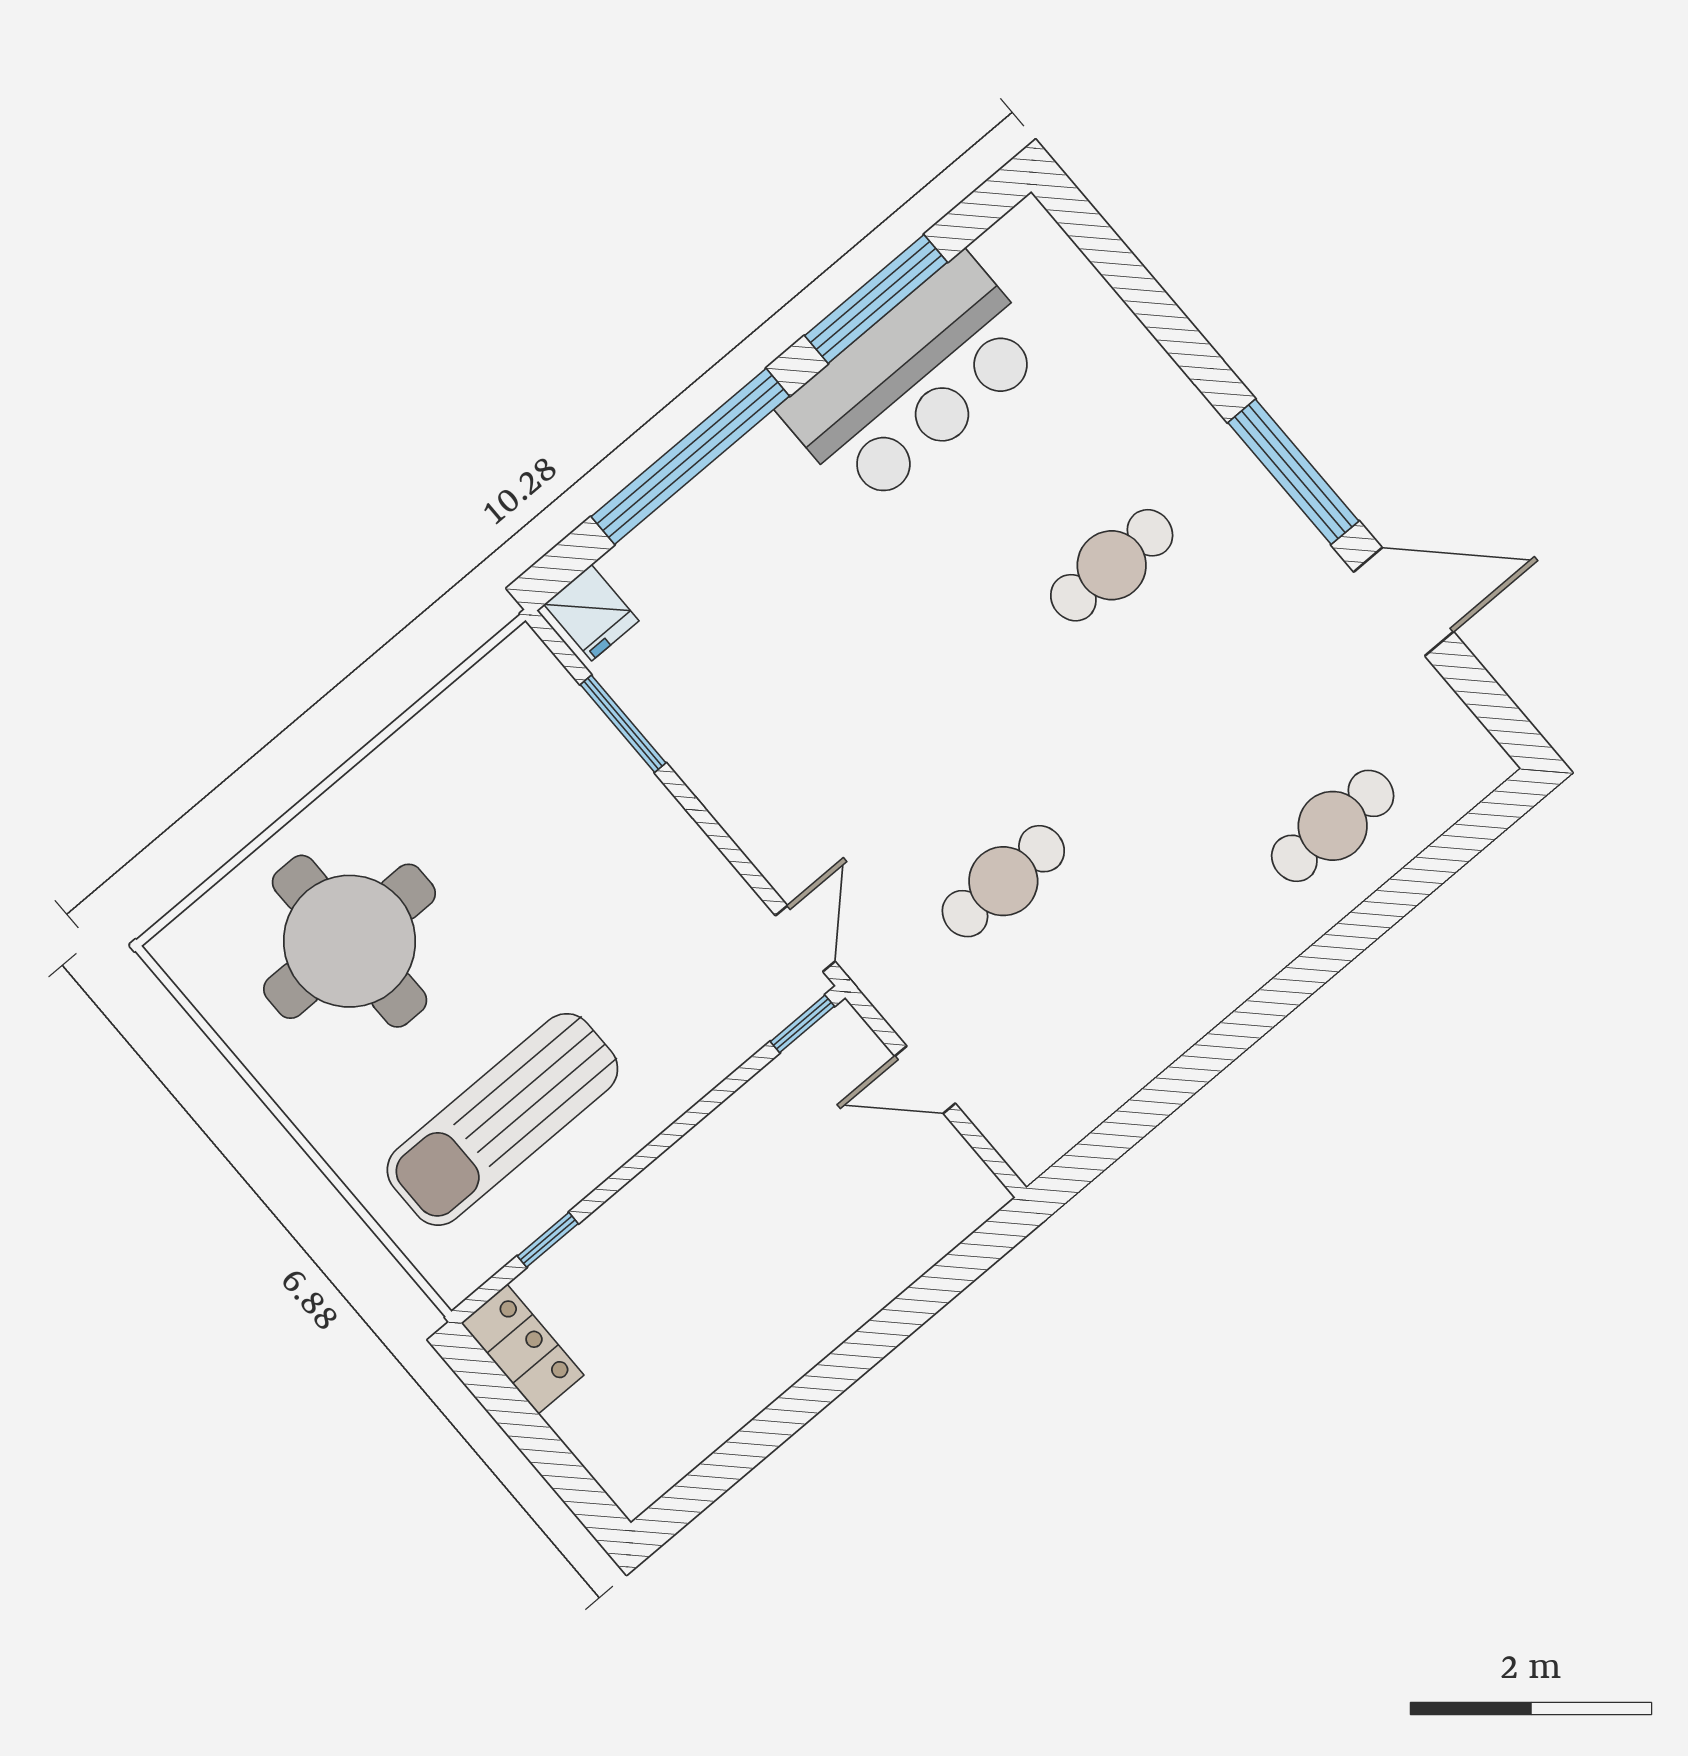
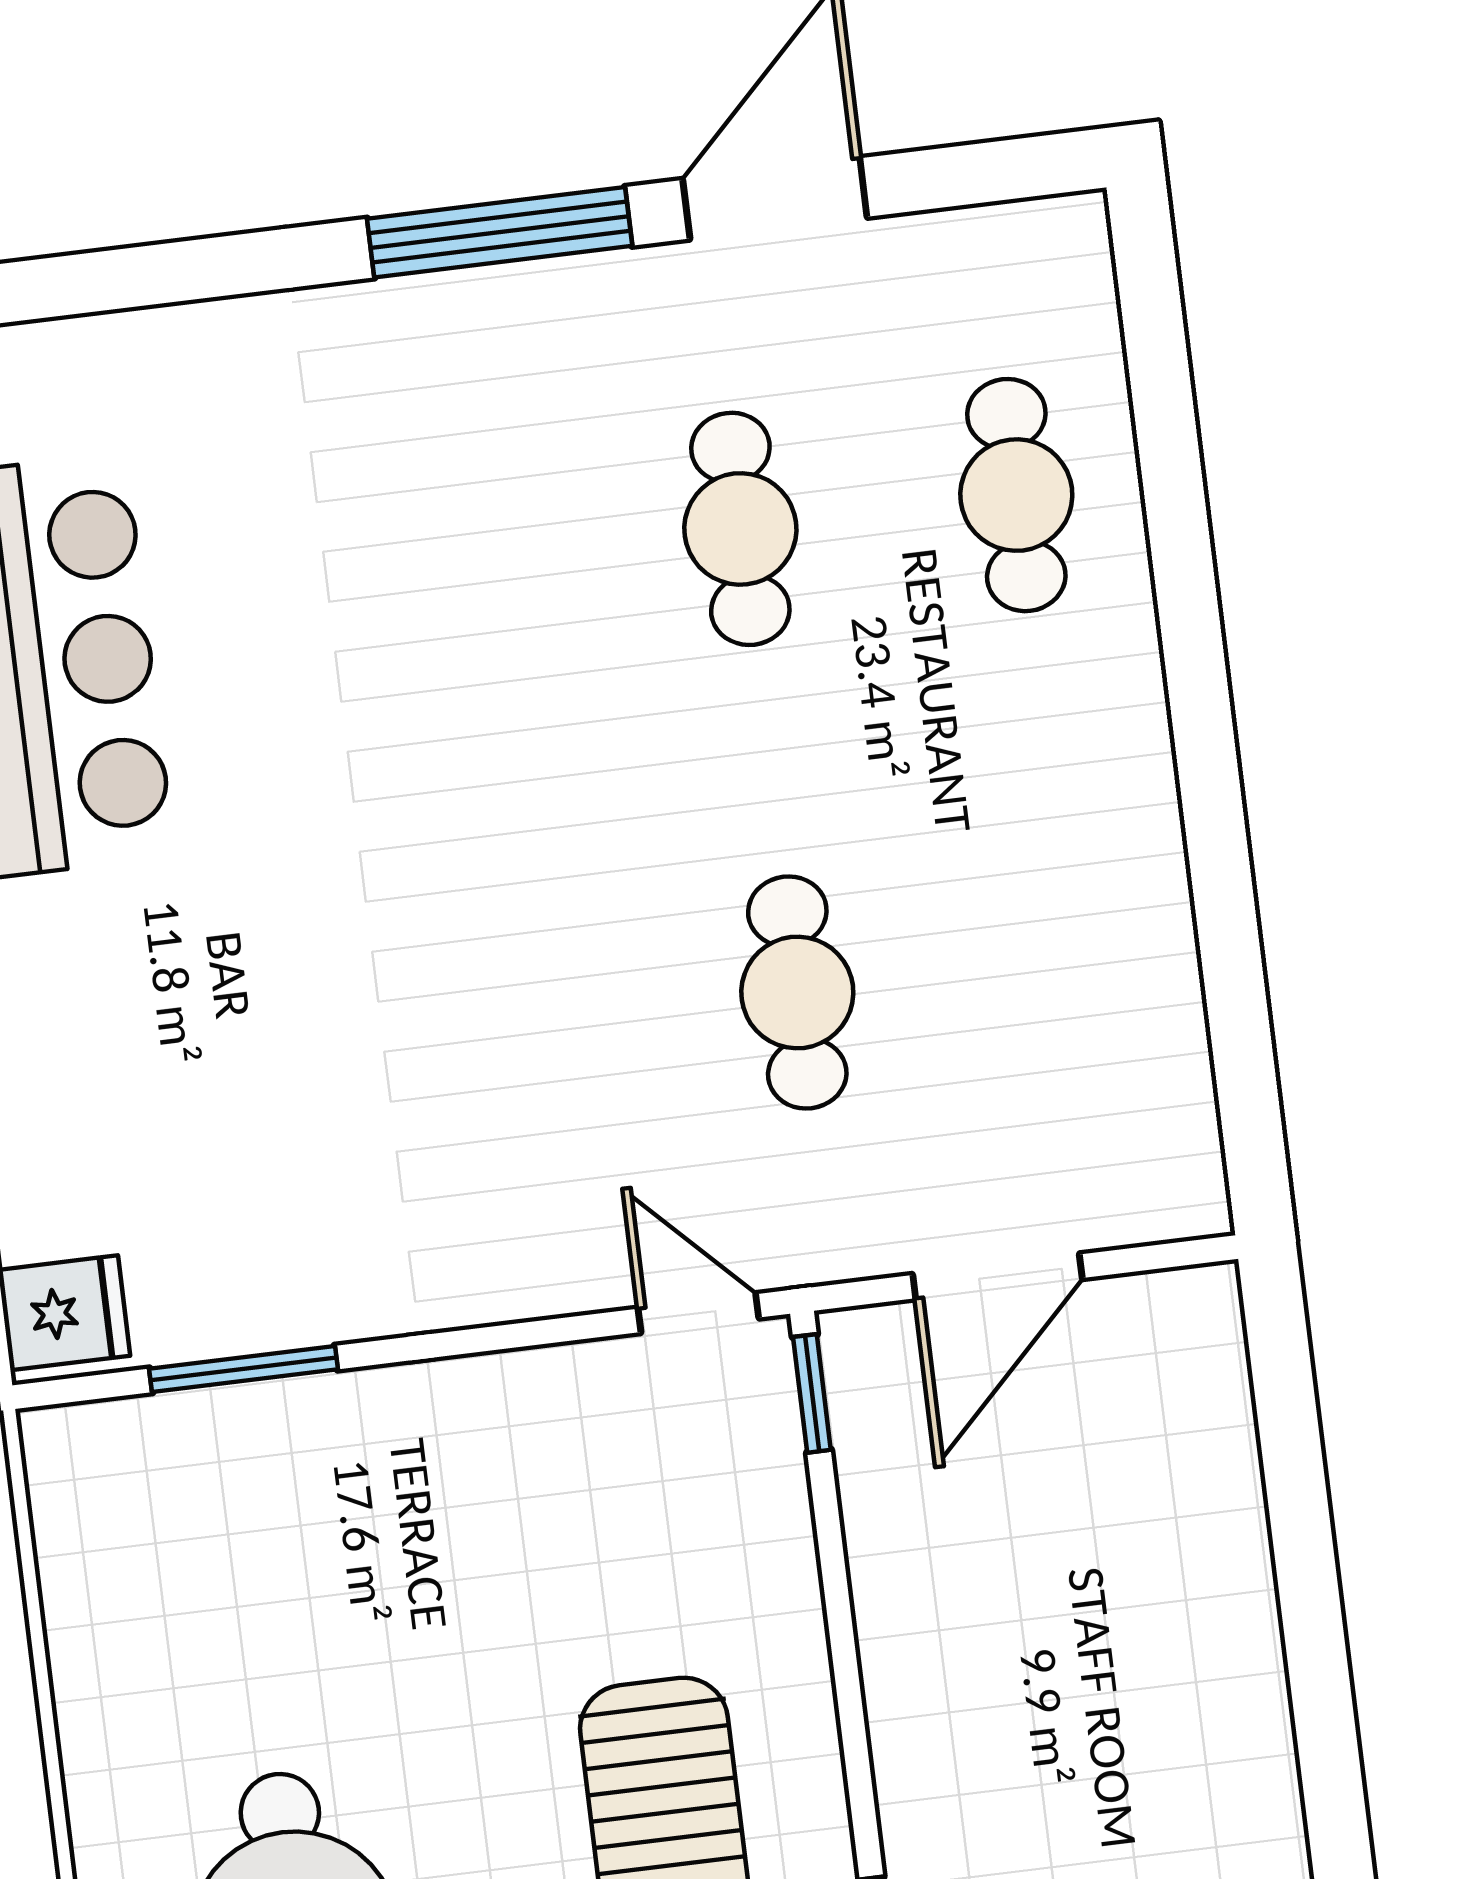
cafe table: (1112, 565) -> (740, 529), moved
door: (925, 1080) -> (997, 1276), width x1.38

